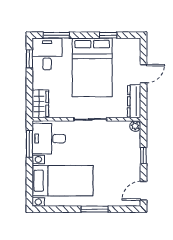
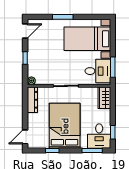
door: (143, 74) -> (25, 137), moved

